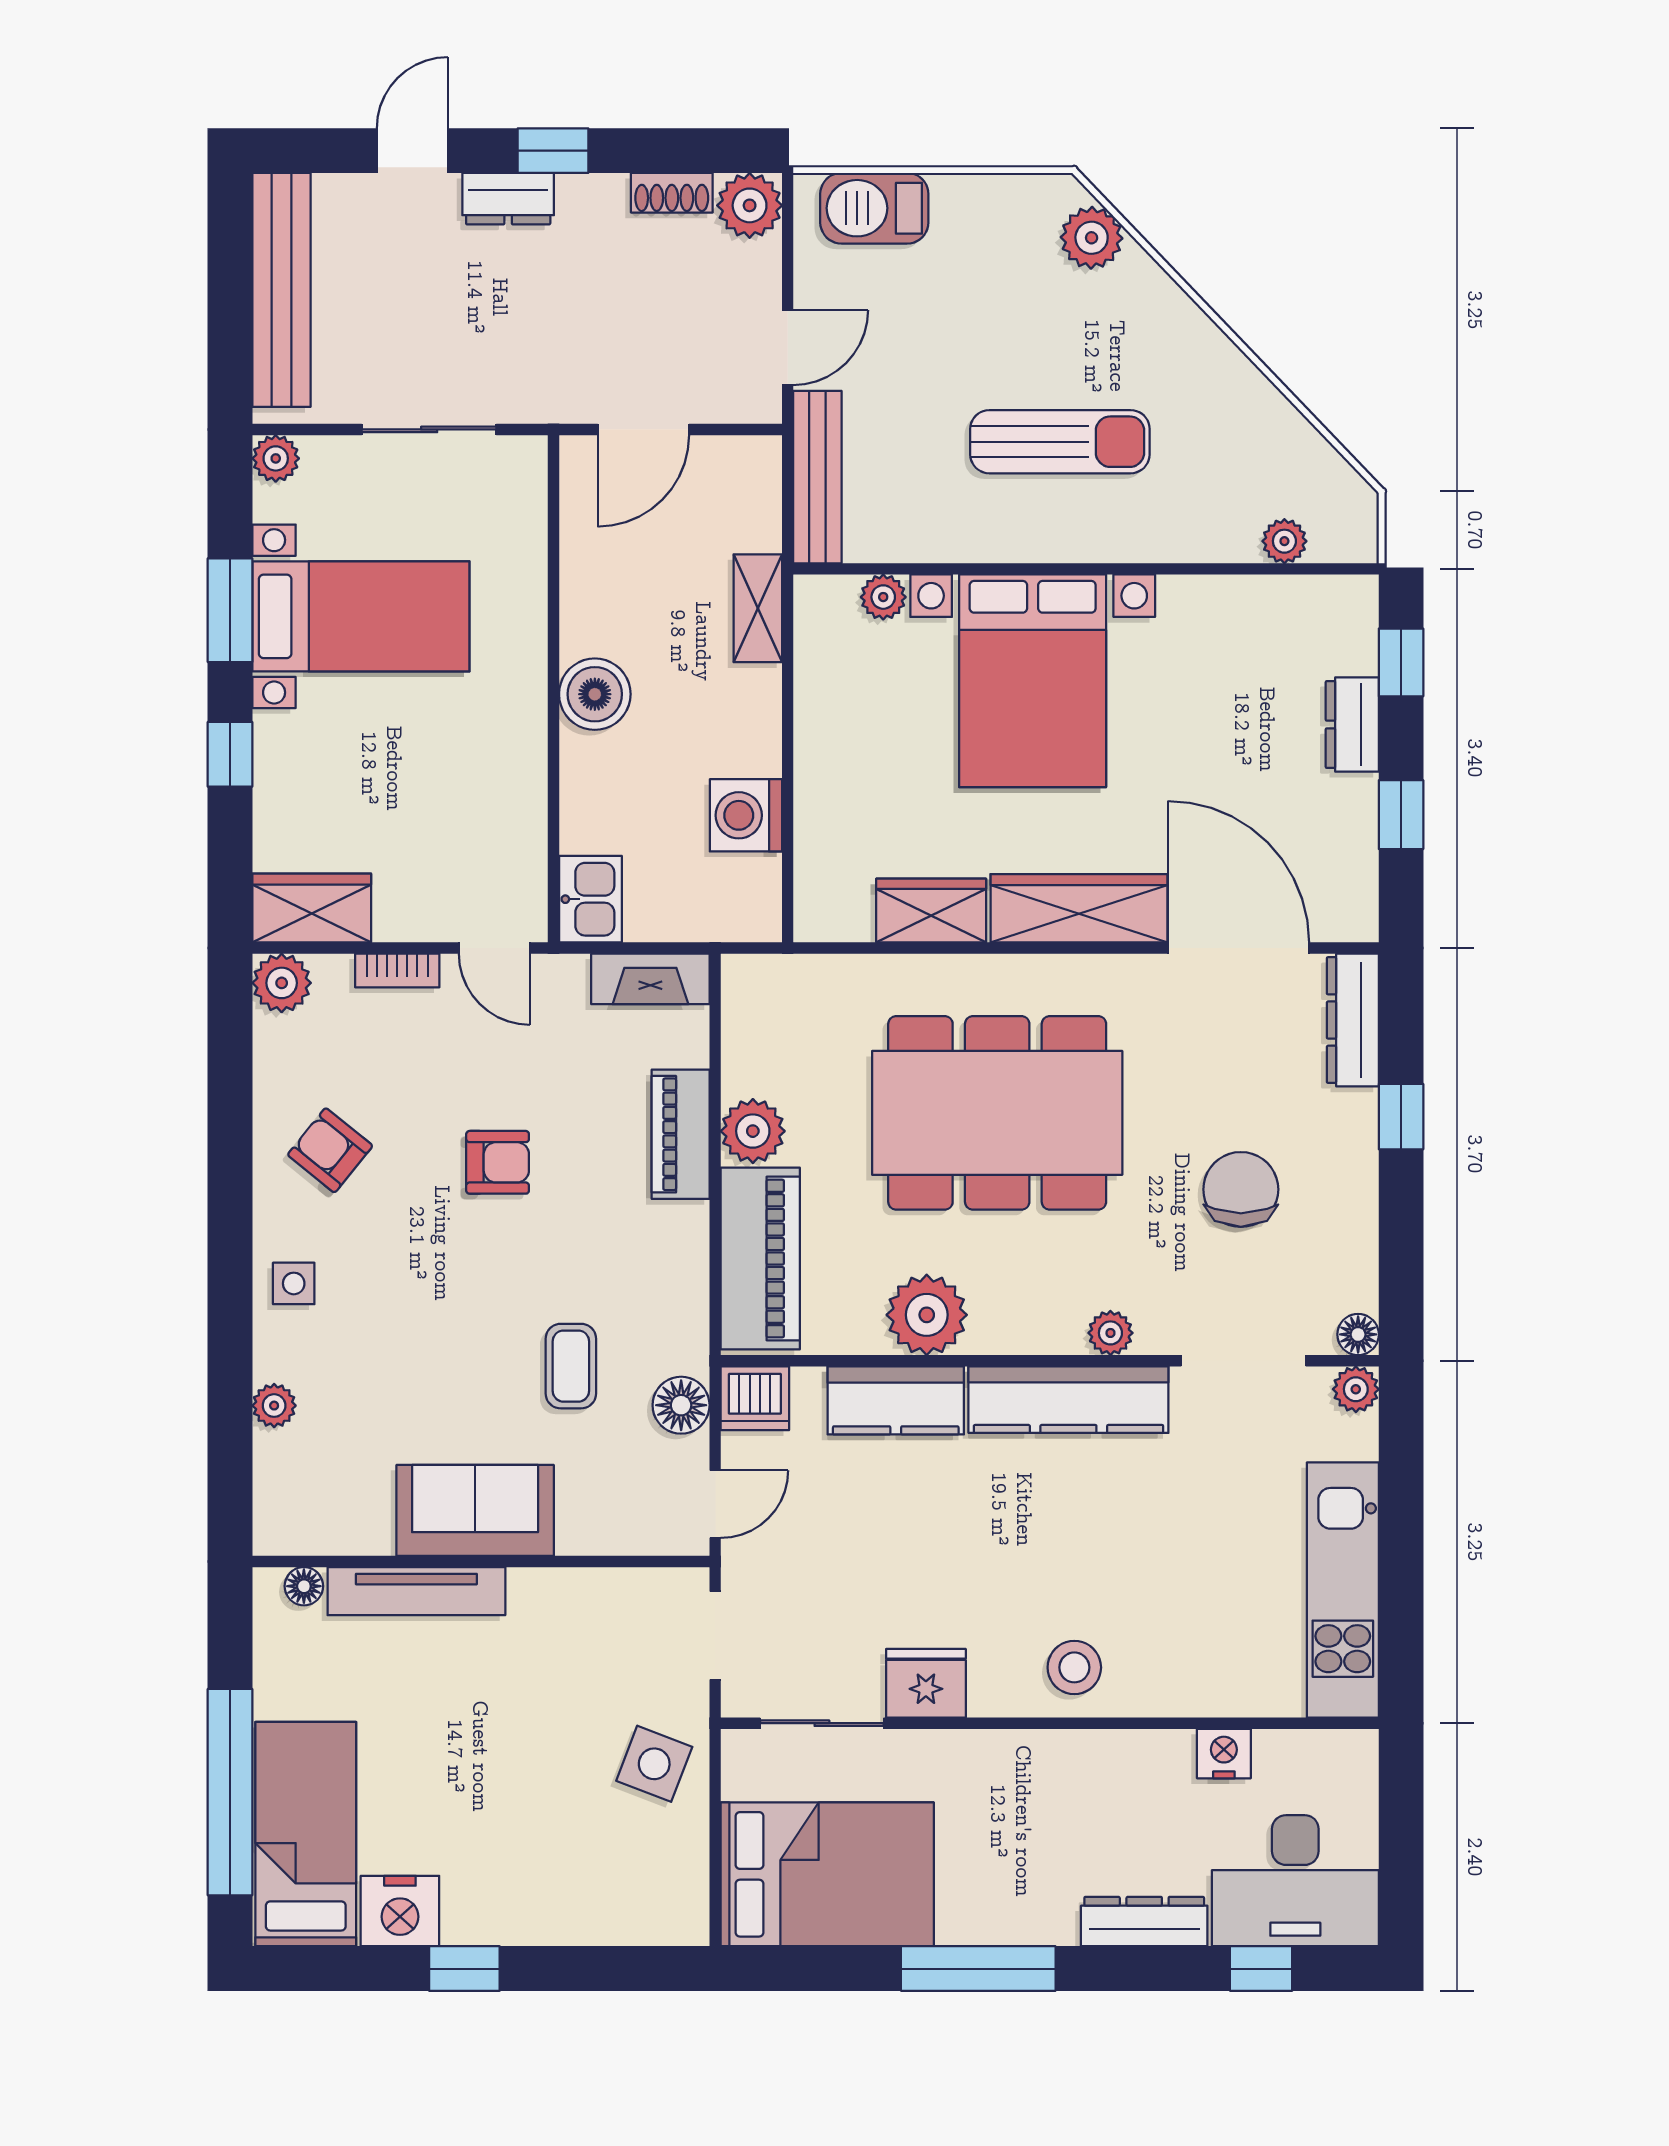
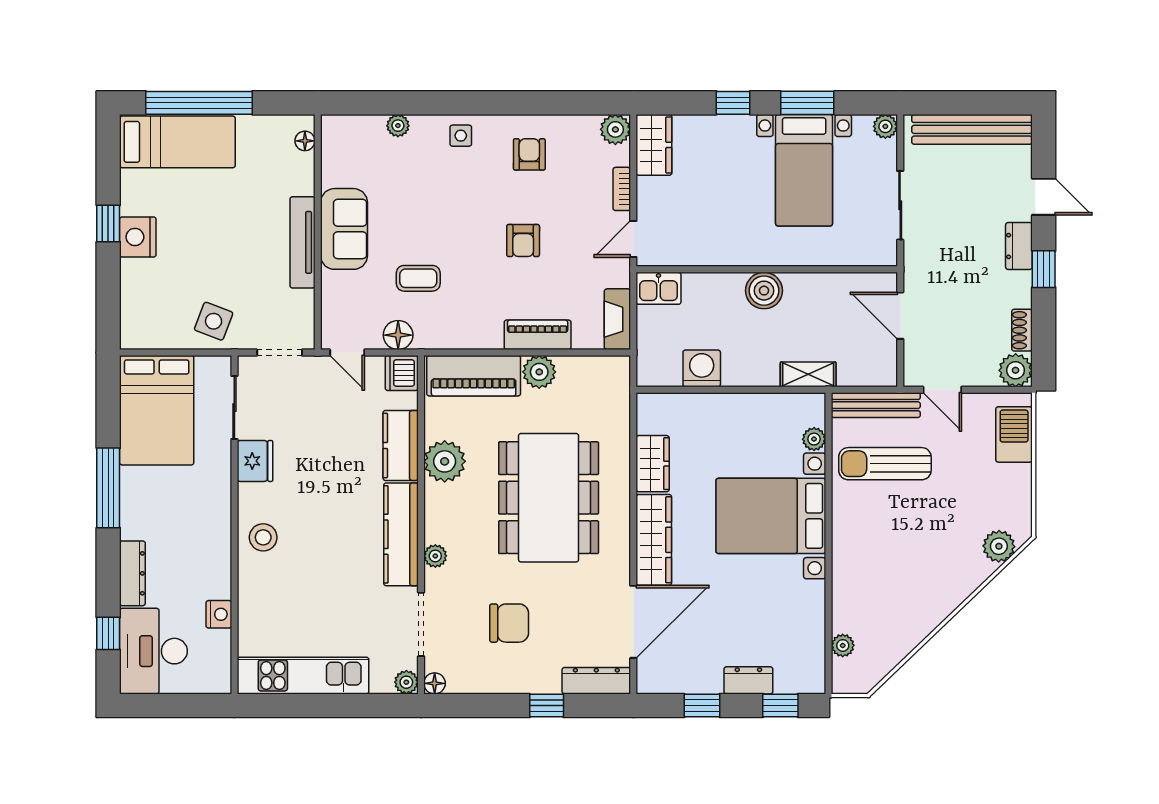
sun lounger: (1060, 442) -> (885, 464), moved, turned 90
armchair: (330, 1150) -> (529, 154), turned -39
tv unit: (416, 1591) -> (302, 242), moved
nightstand: (400, 1911) -> (138, 237), moved

